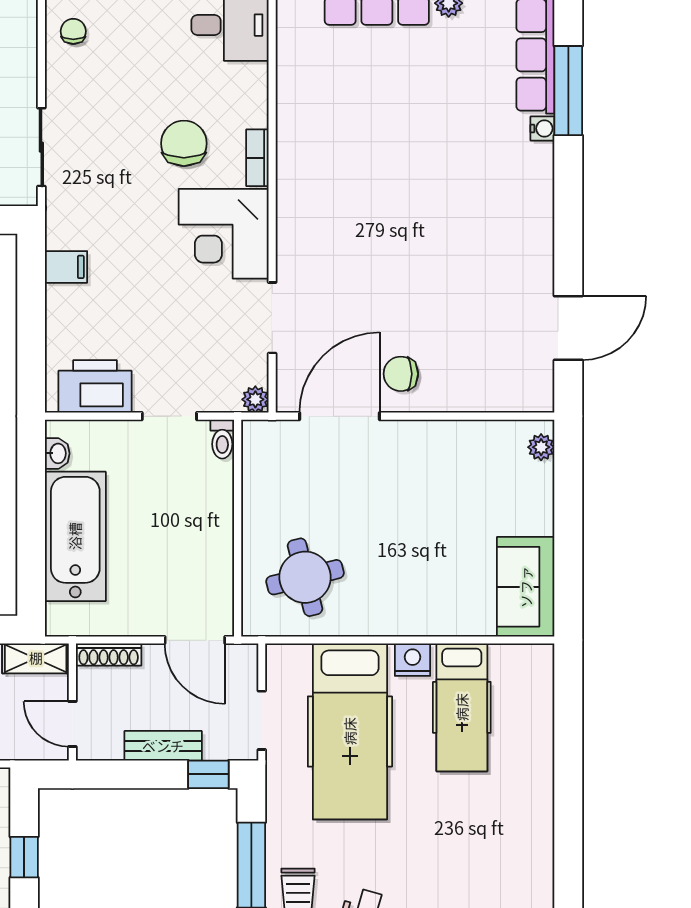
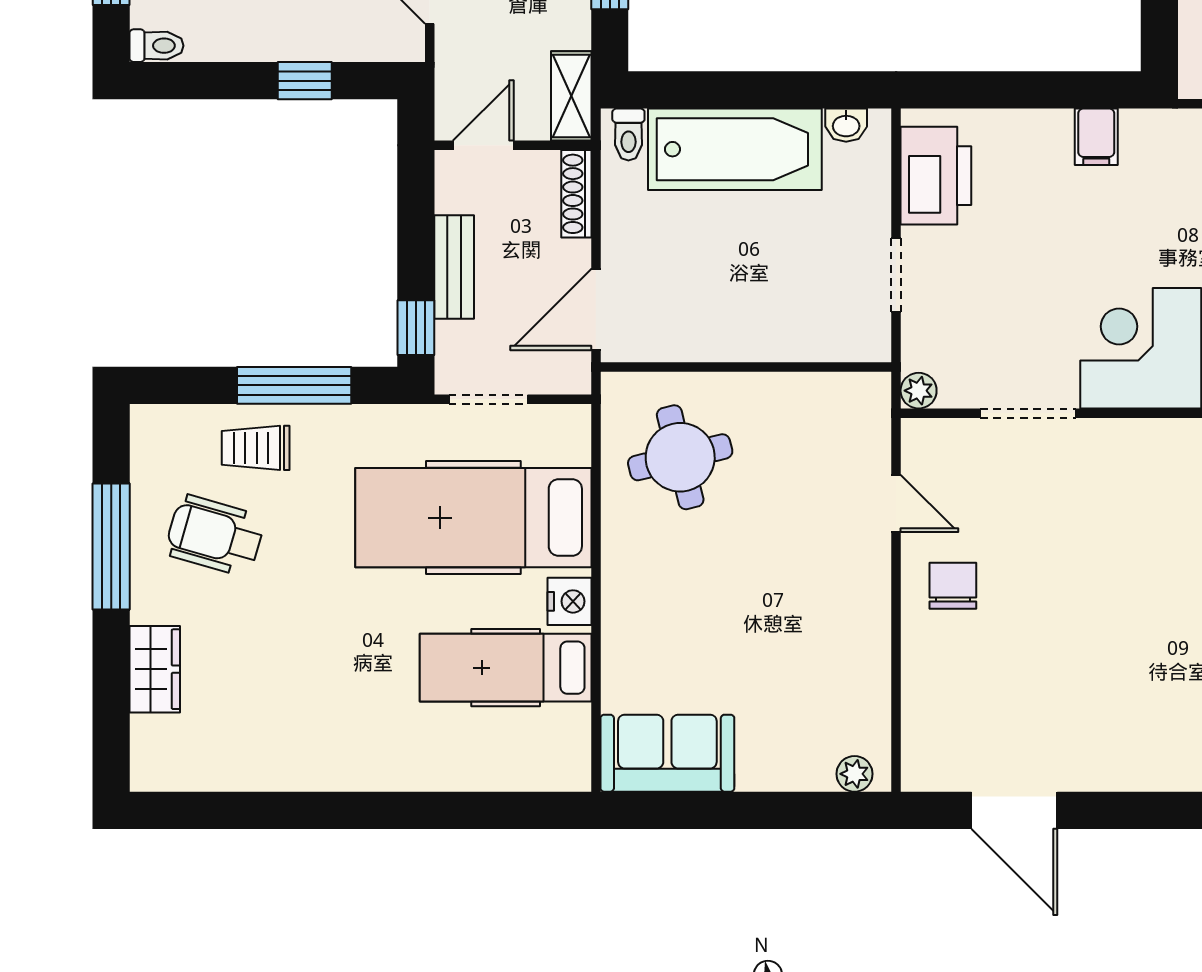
door: (339, 416) -> (896, 503), width x0.53
toilet: (222, 439) -> (628, 134), moved, turned -90

